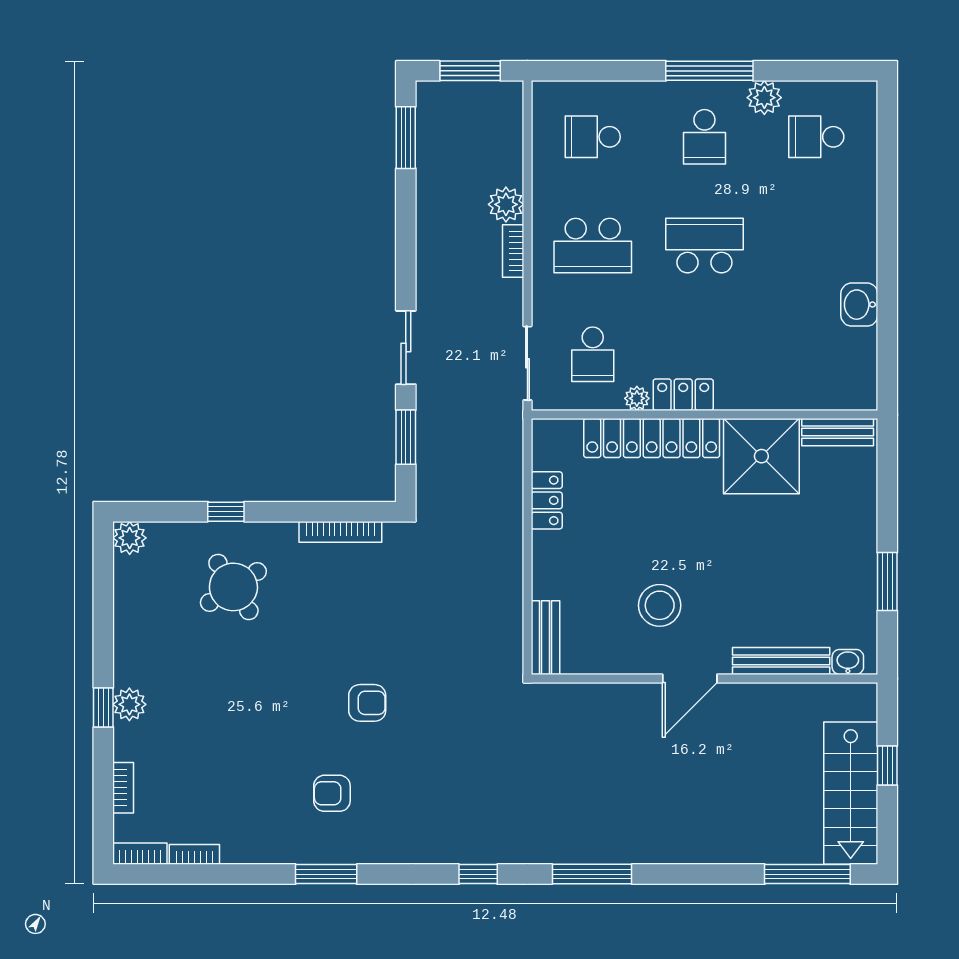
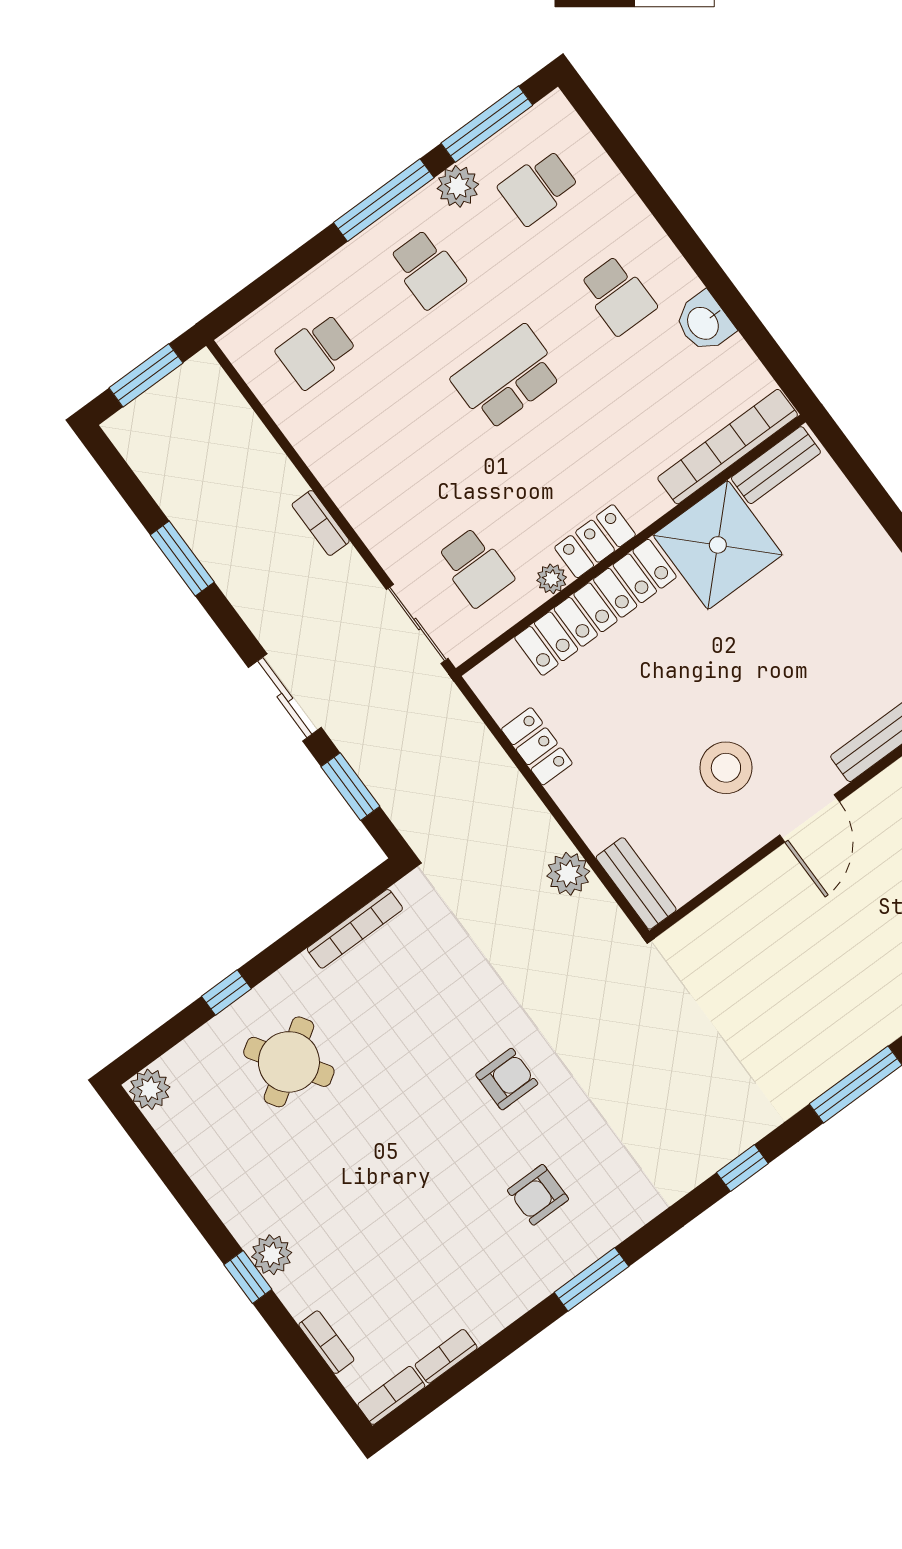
window: (813, 71) -> (487, 124), added
window: (406, 138) -> (182, 558), moved
plant: (506, 204) -> (568, 874), moved
school desk: (593, 246) -> (618, 295), moved, width x0.54
bookcase: (815, 397) -> (728, 447), added

